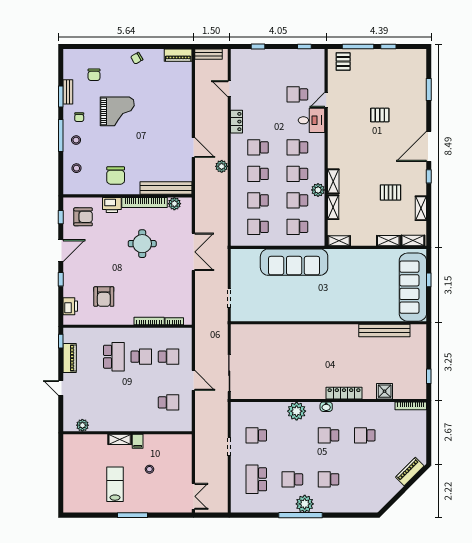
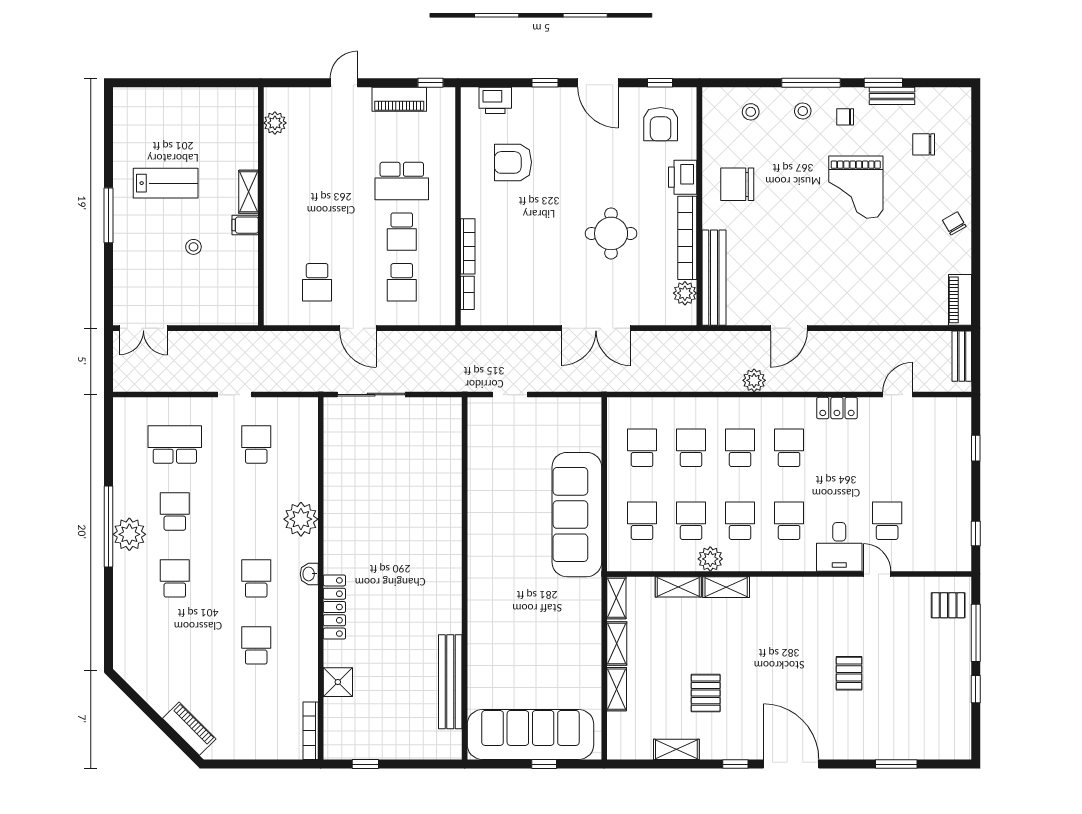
shelving: (413, 241) -> (617, 644), moved
door: (193, 380) -> (358, 328), hinge flipped

